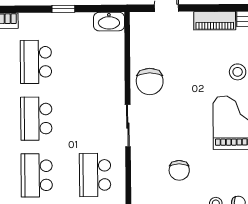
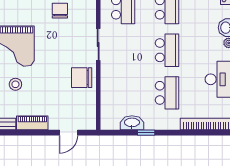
washbasin: (109, 22) -> (132, 123), moved
chair: (150, 81) -> (82, 78), turned -90

